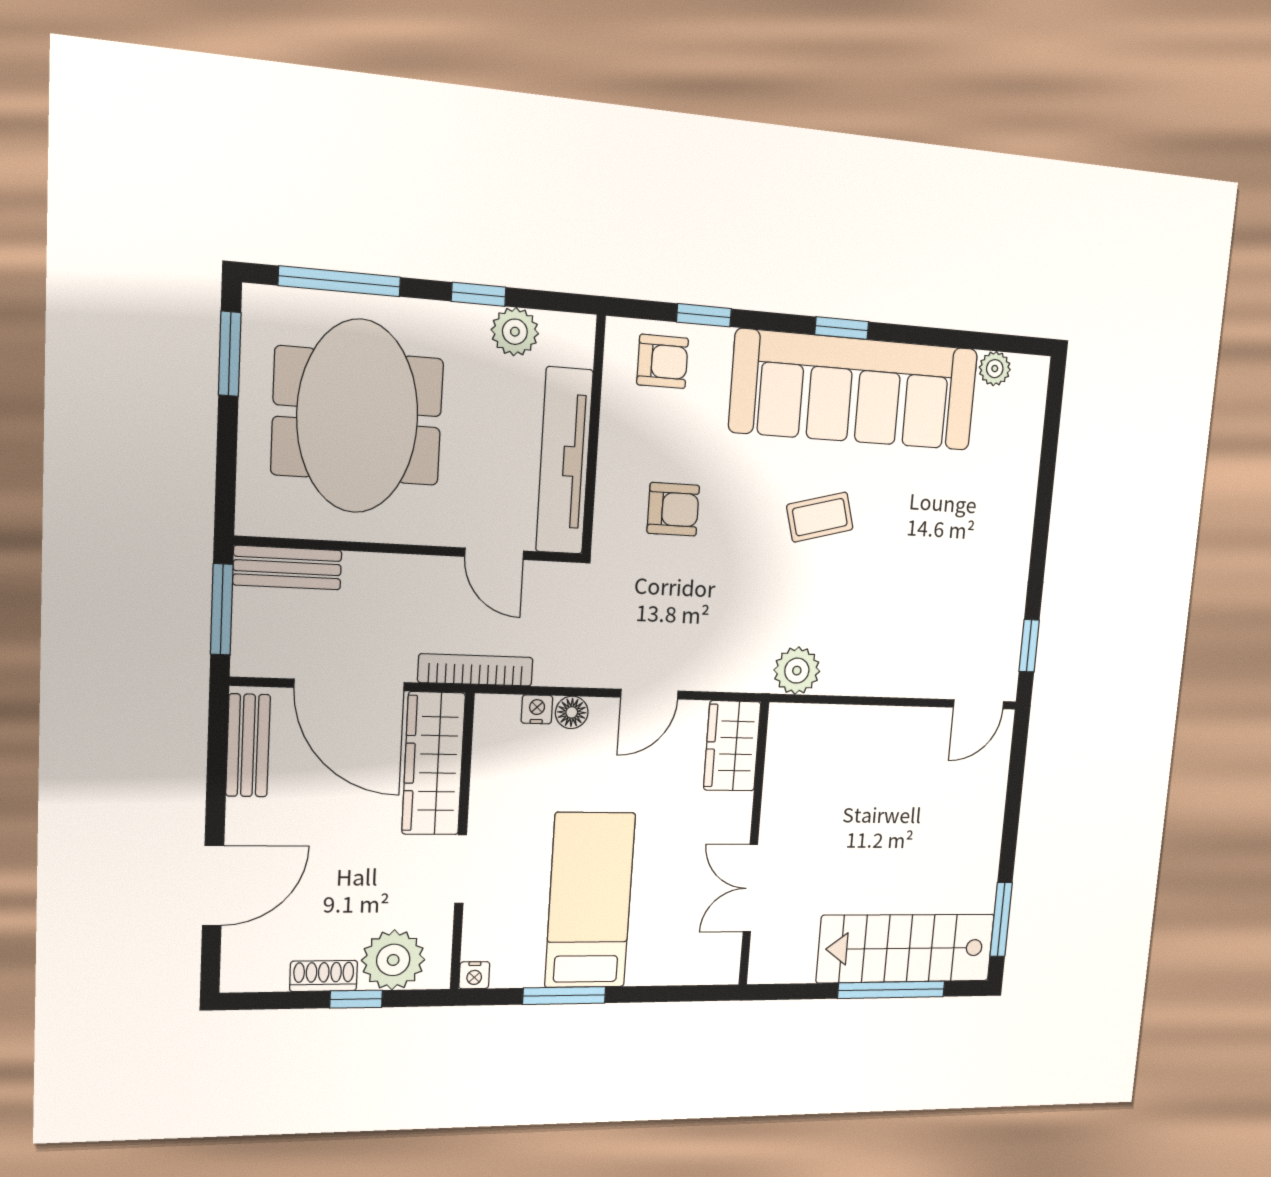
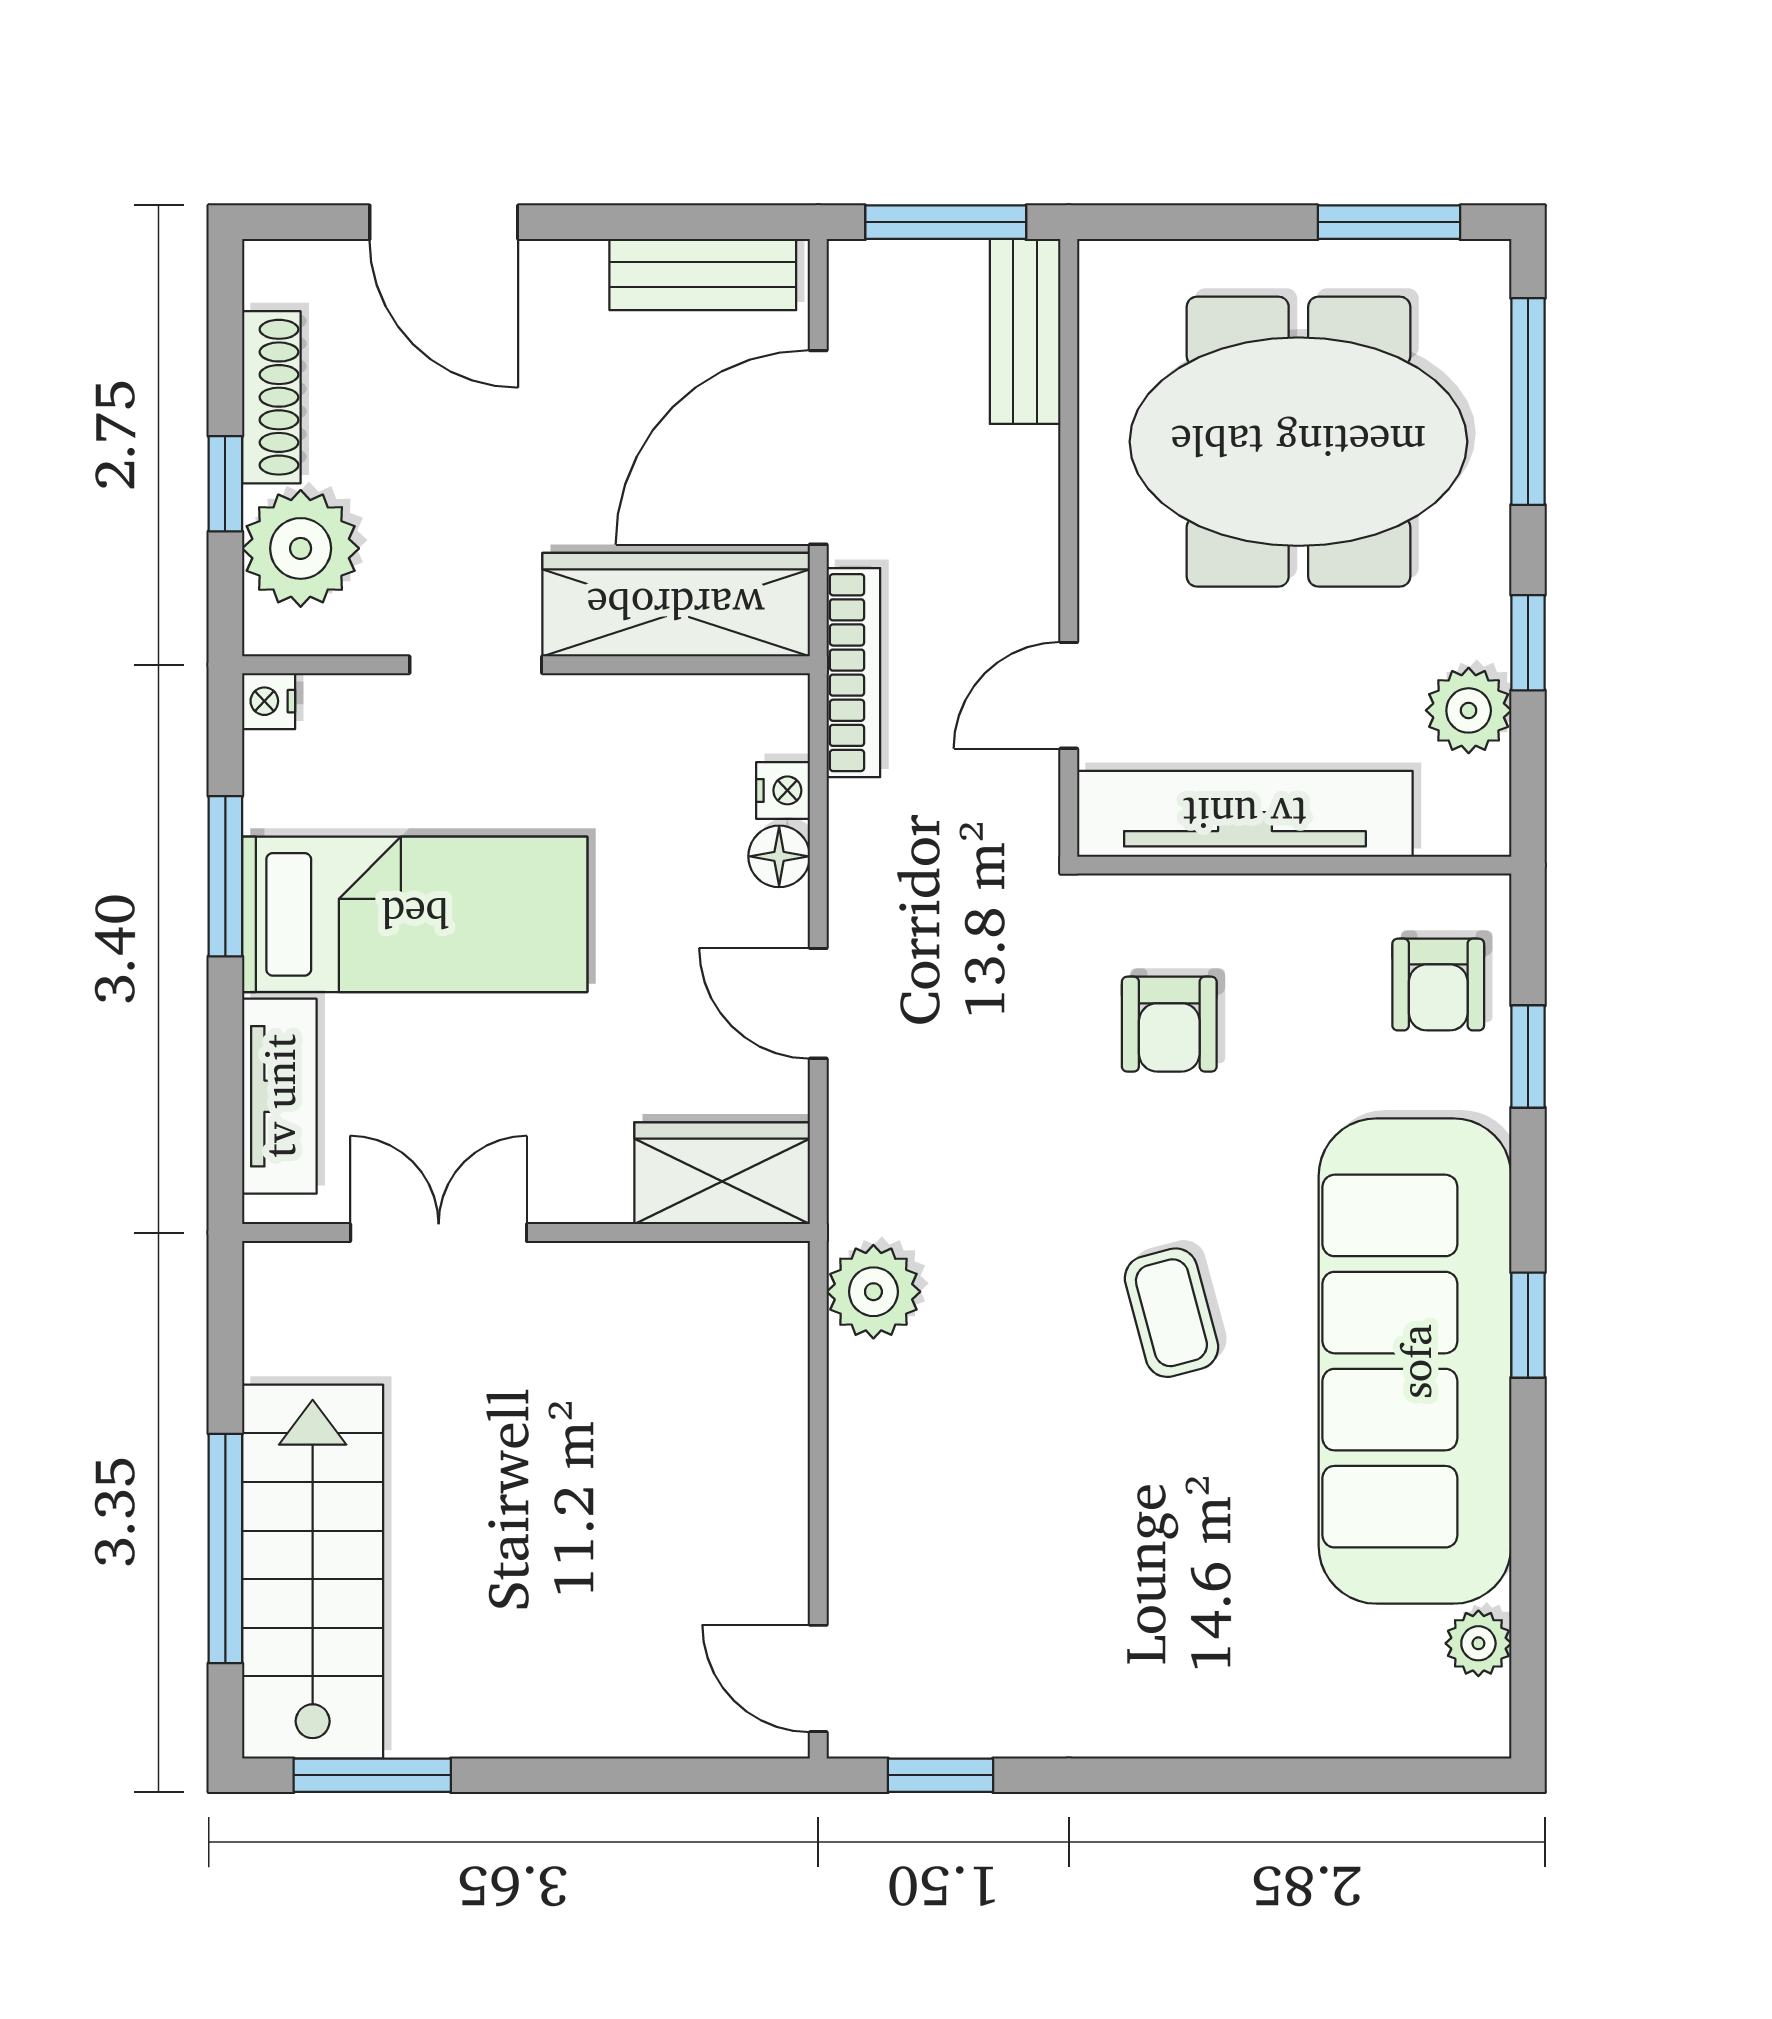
tv unit: (677, 967) -> (279, 1096), added
shoe rack: (324, 976) -> (271, 397), width x1.43

